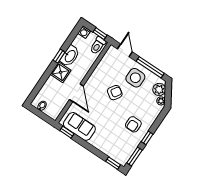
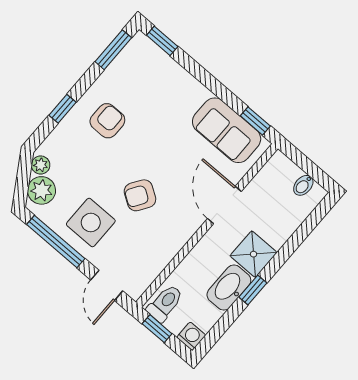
window: (147, 138) -> (63, 109), moved

